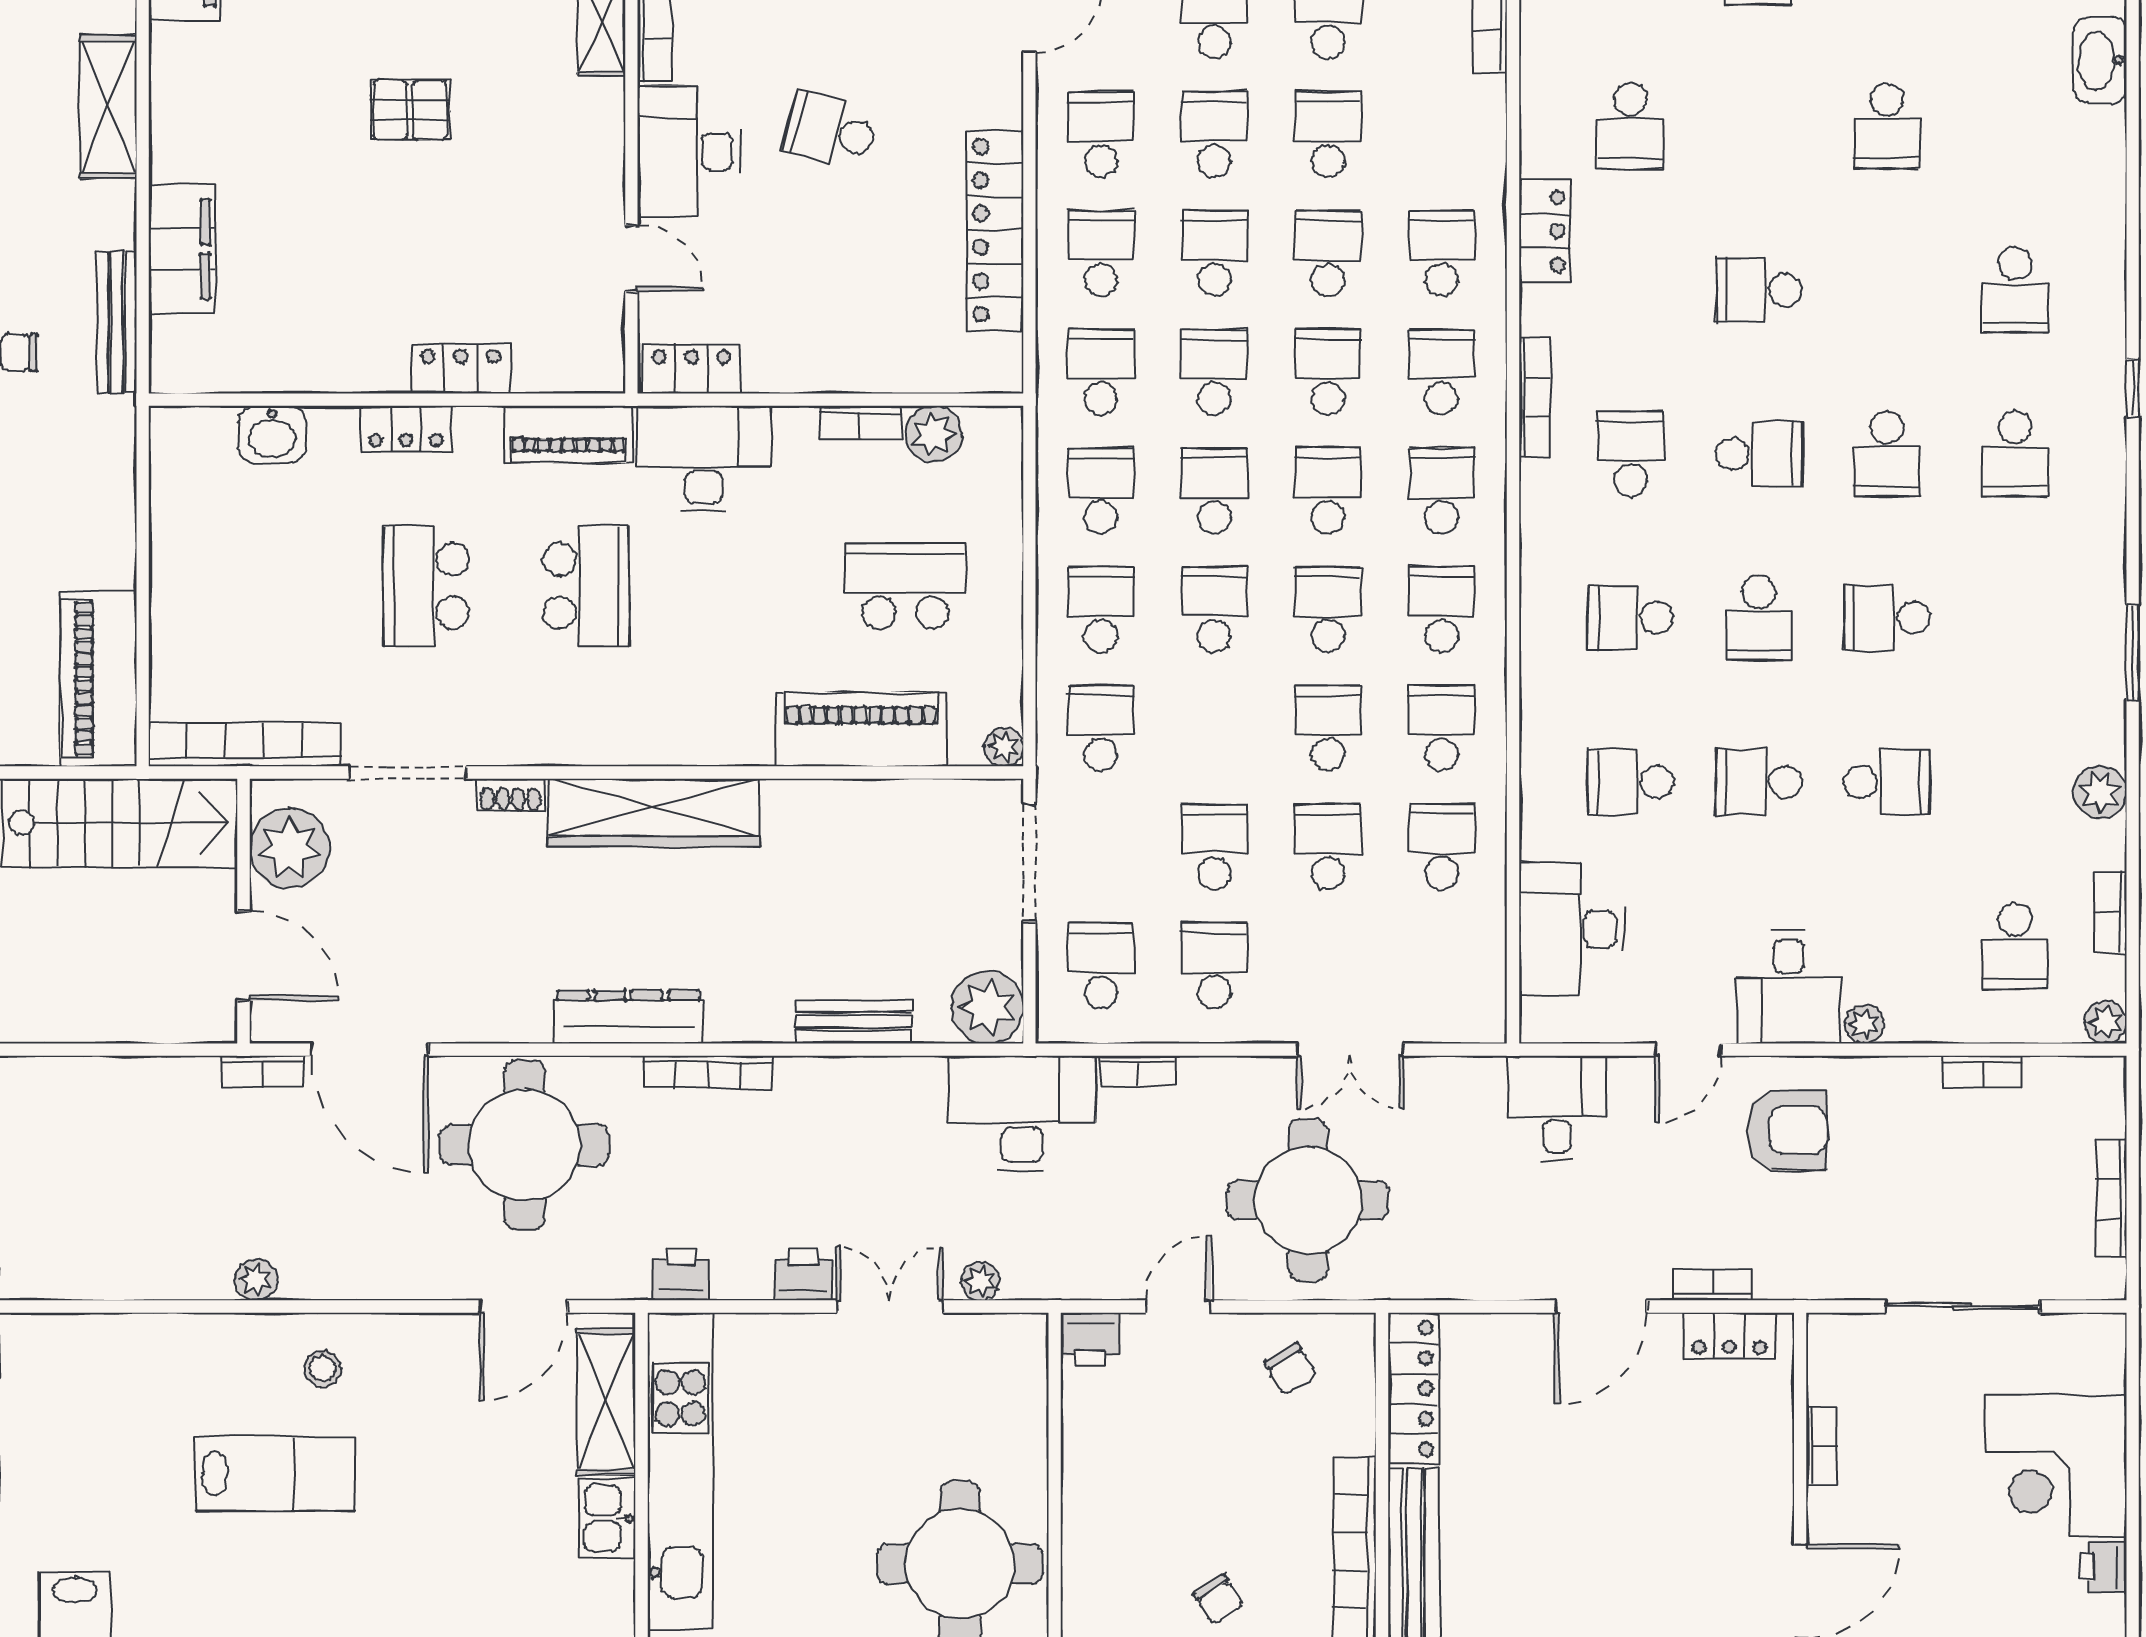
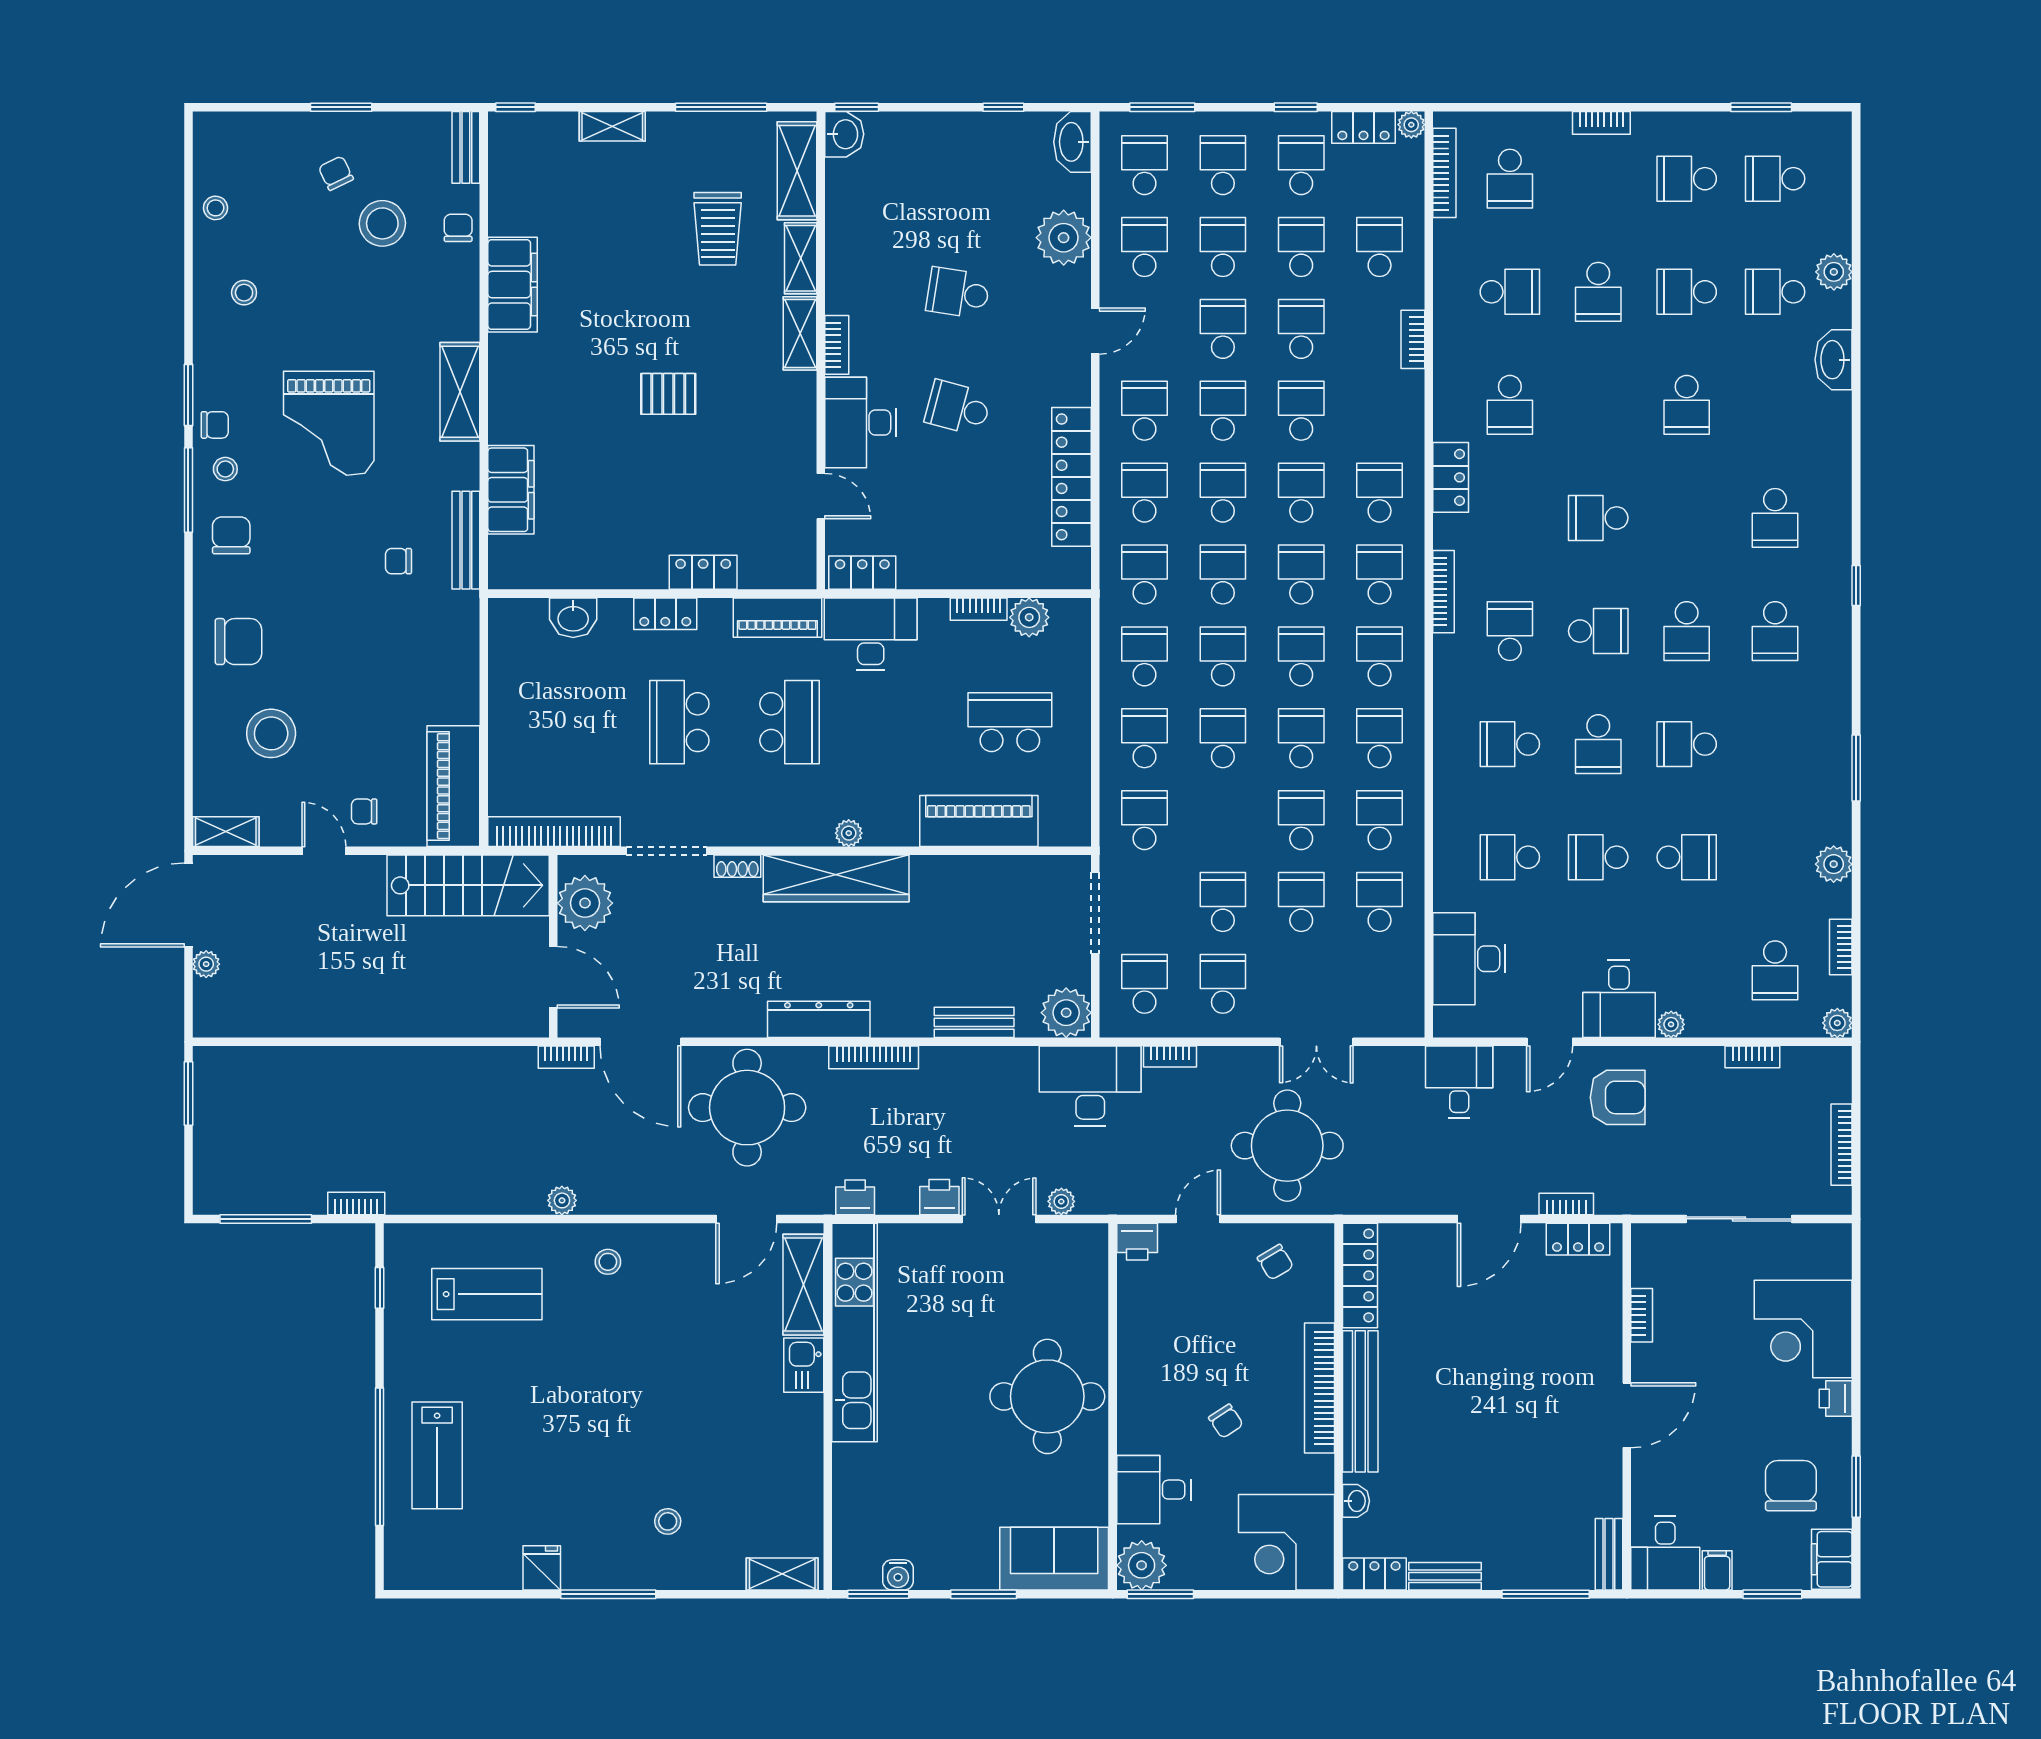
plant: (1004, 747) -> (849, 833), moved
lab bench: (275, 1474) -> (487, 1294), moved

